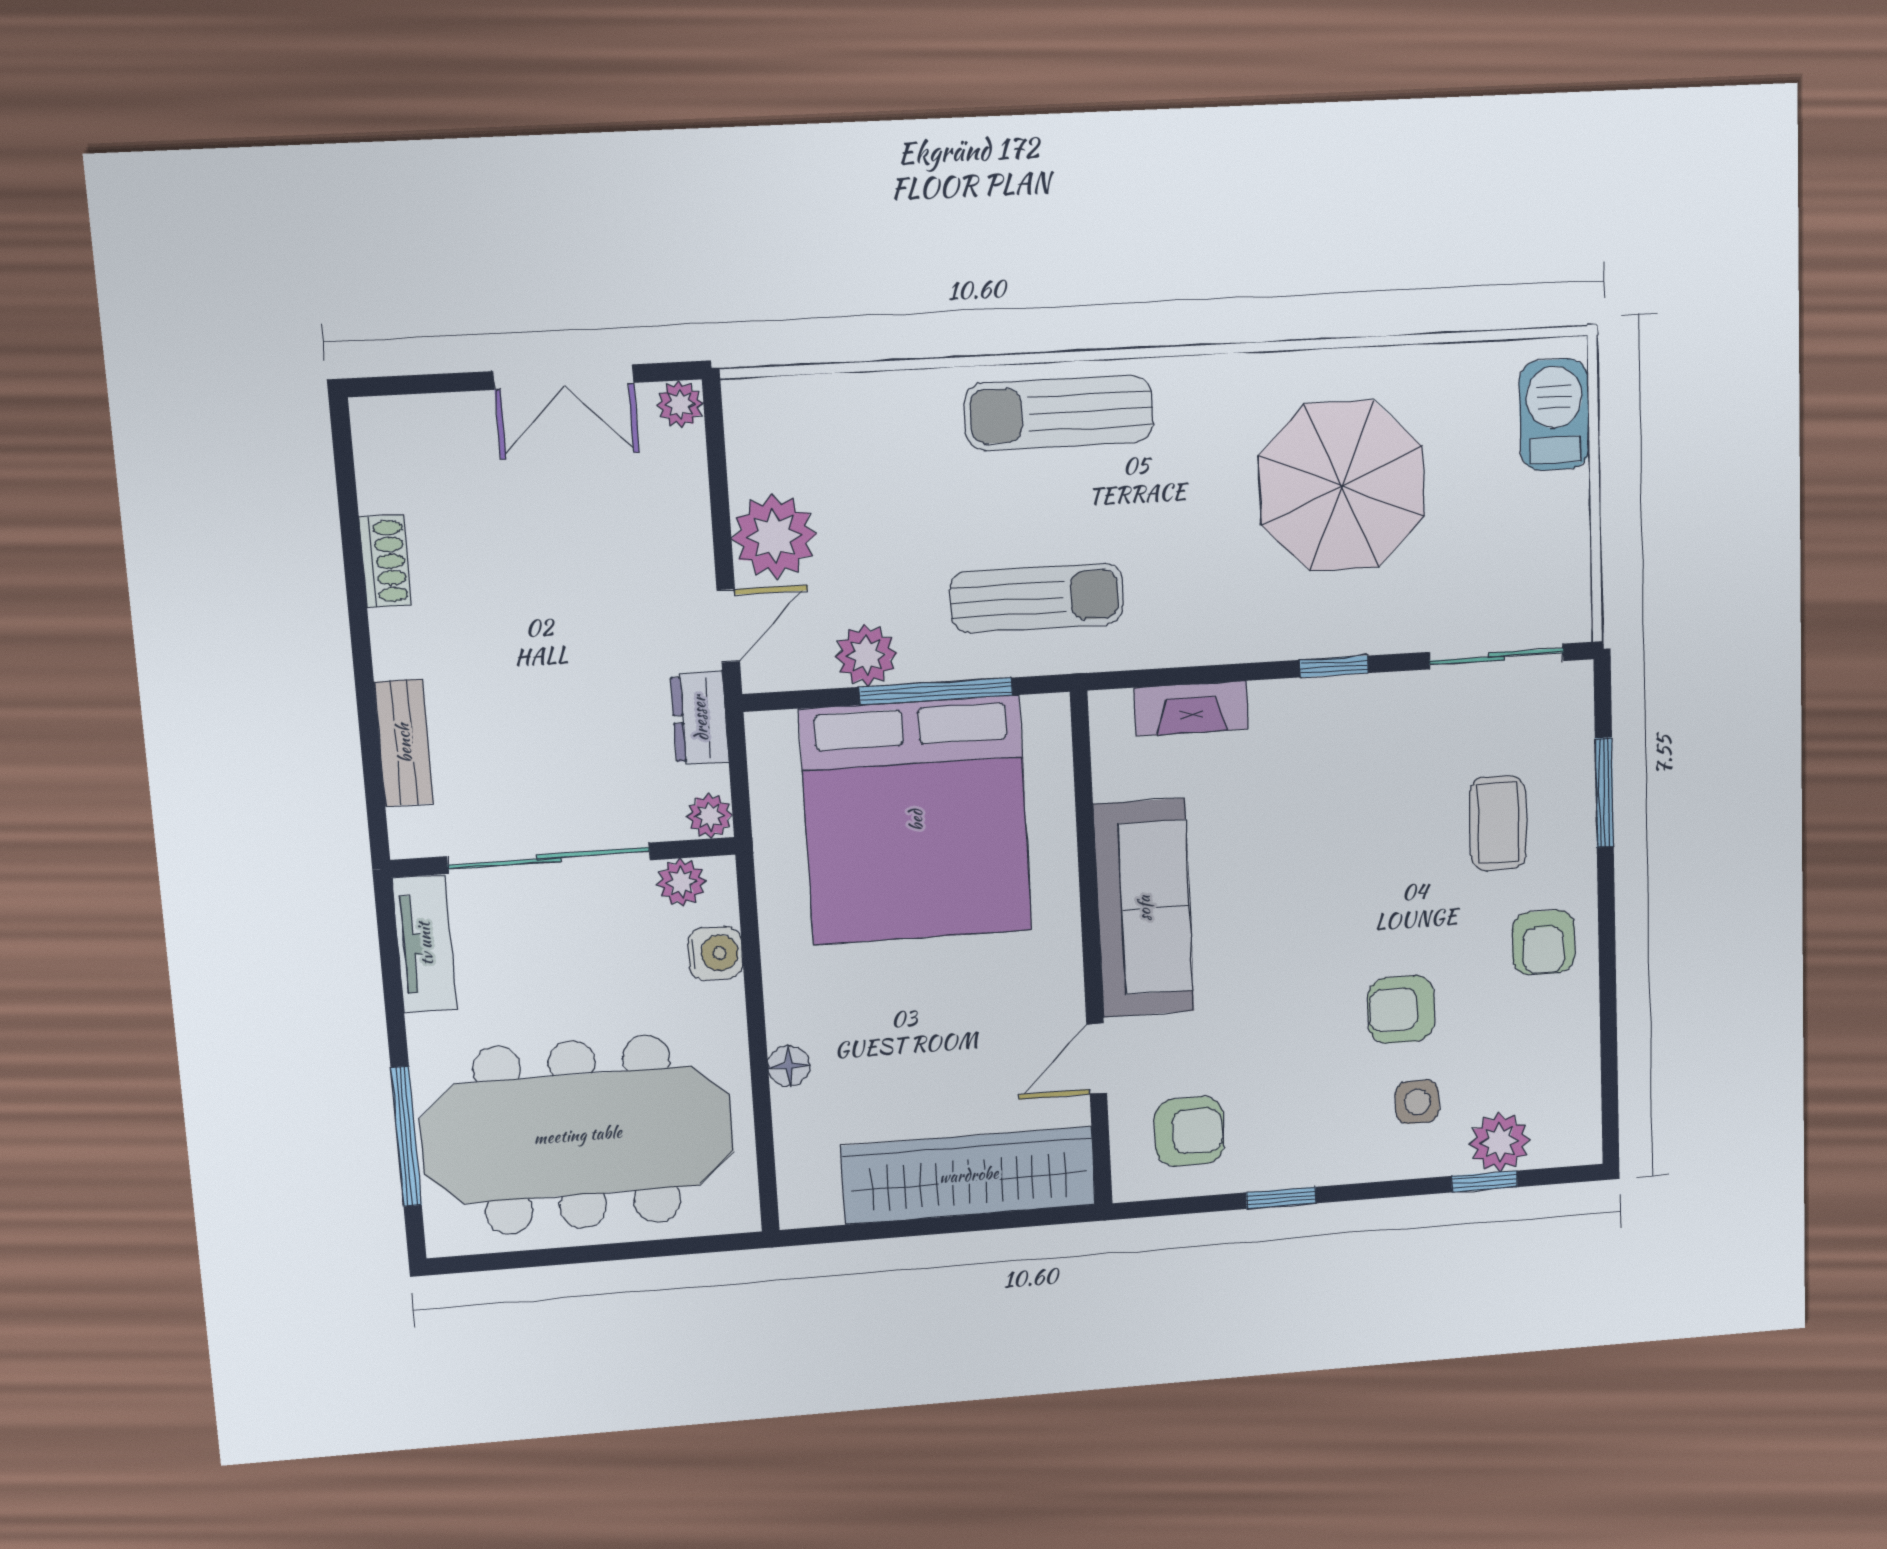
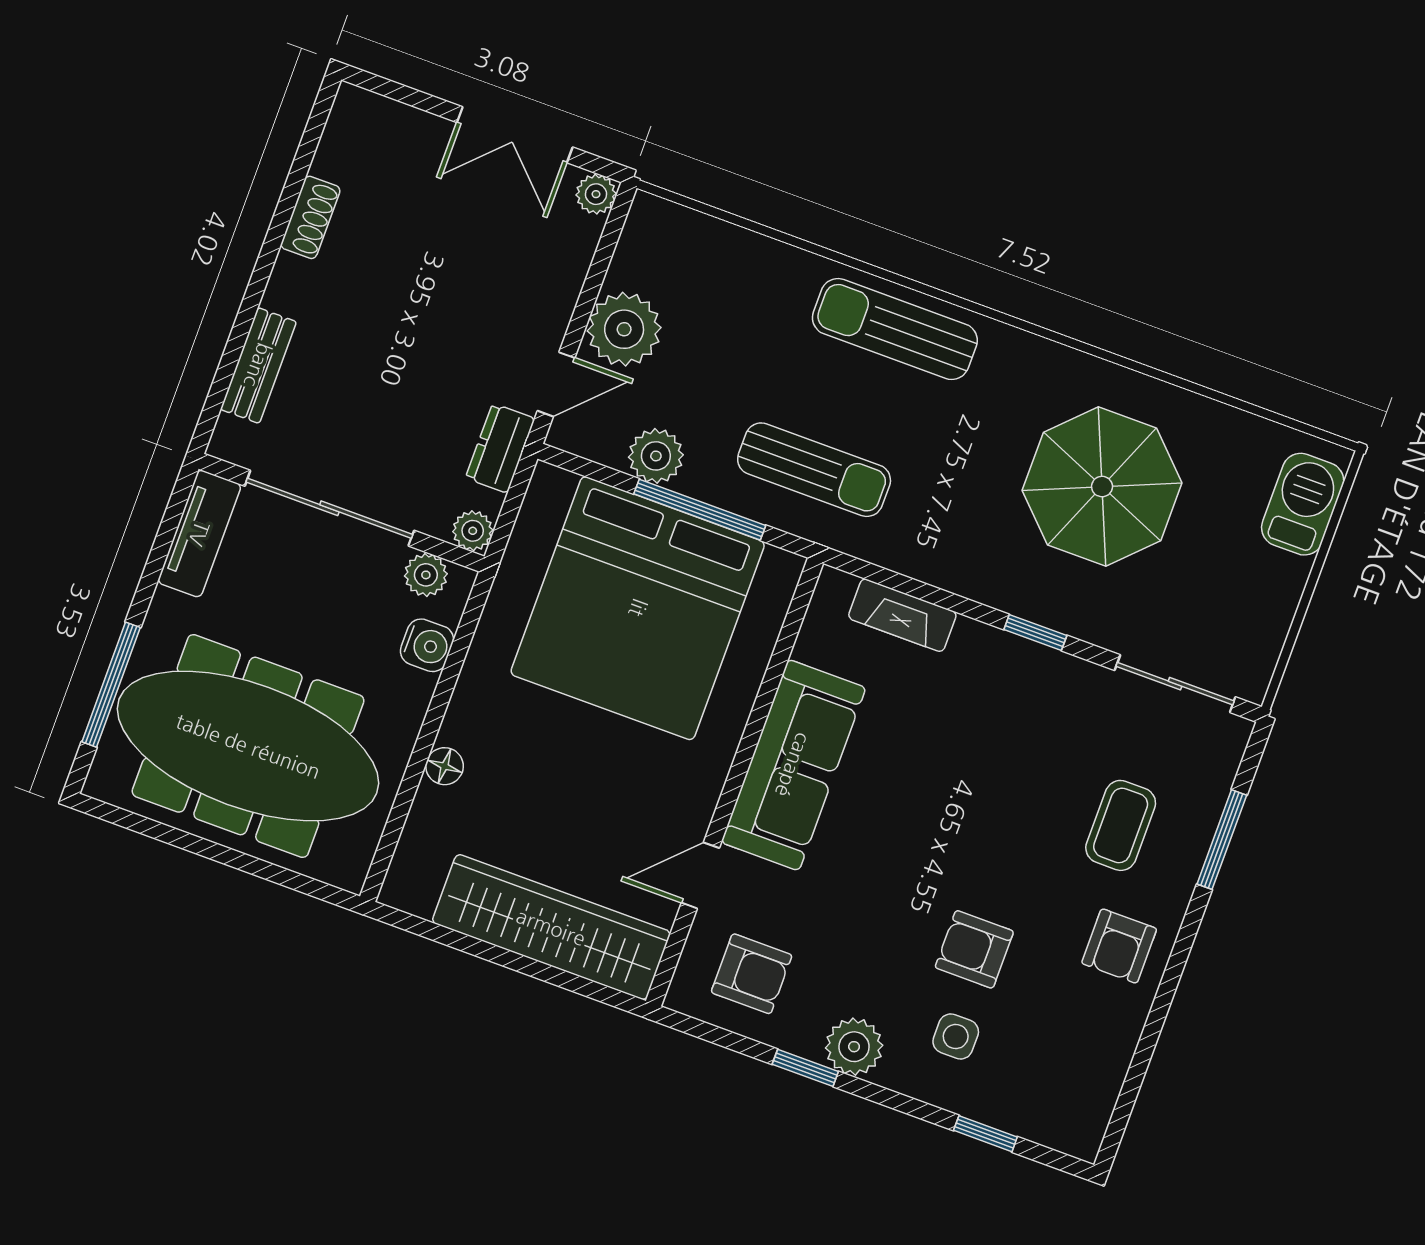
plant: (1500, 1142) -> (854, 1047), moved

